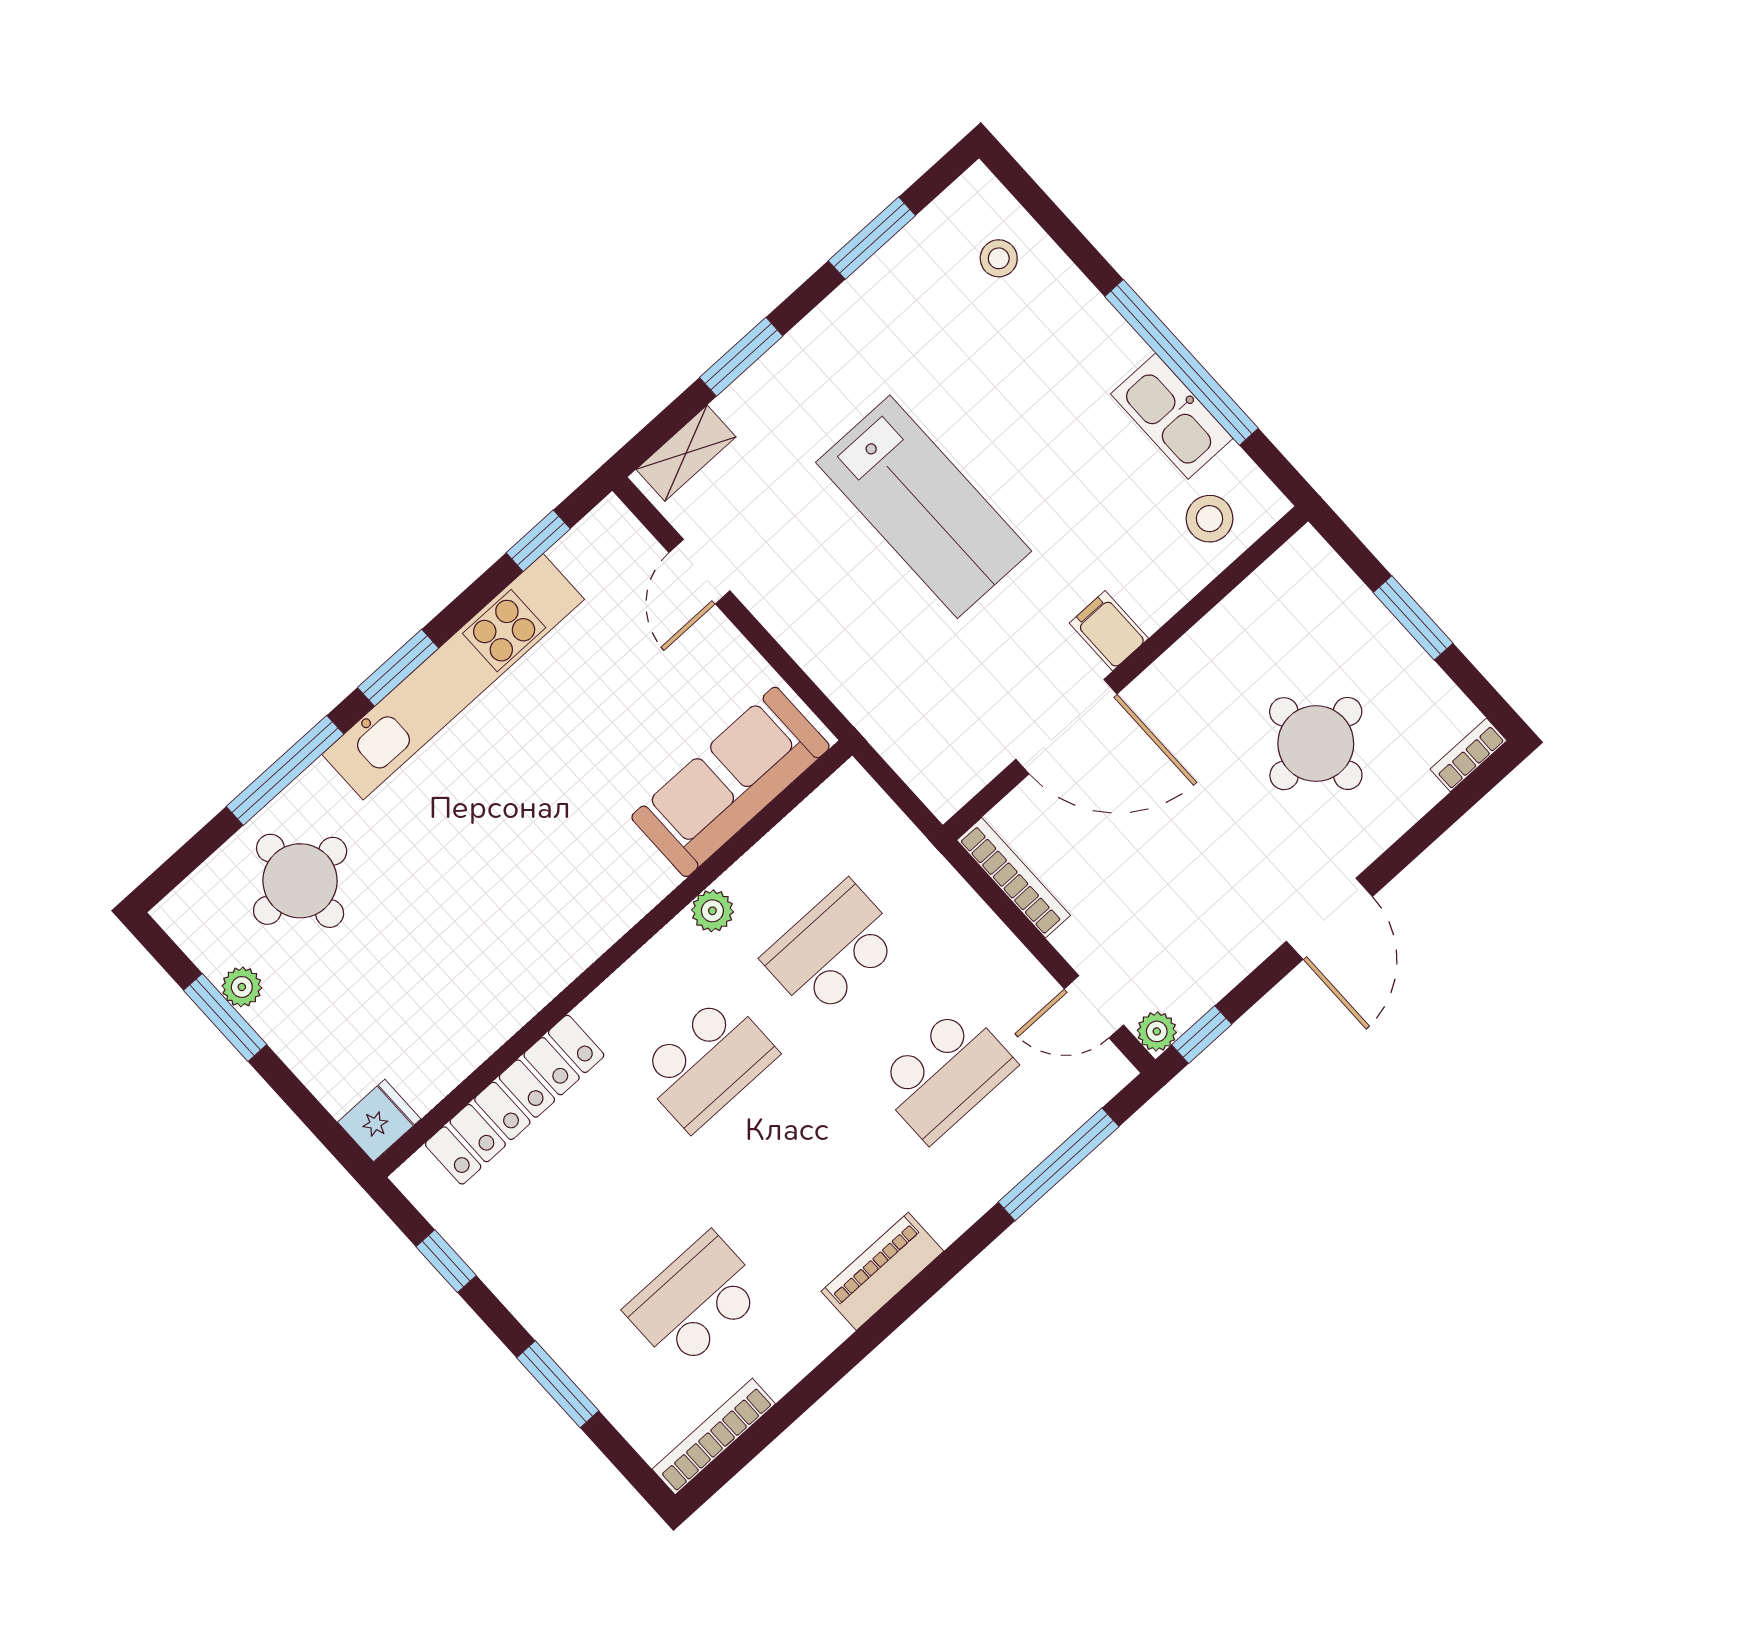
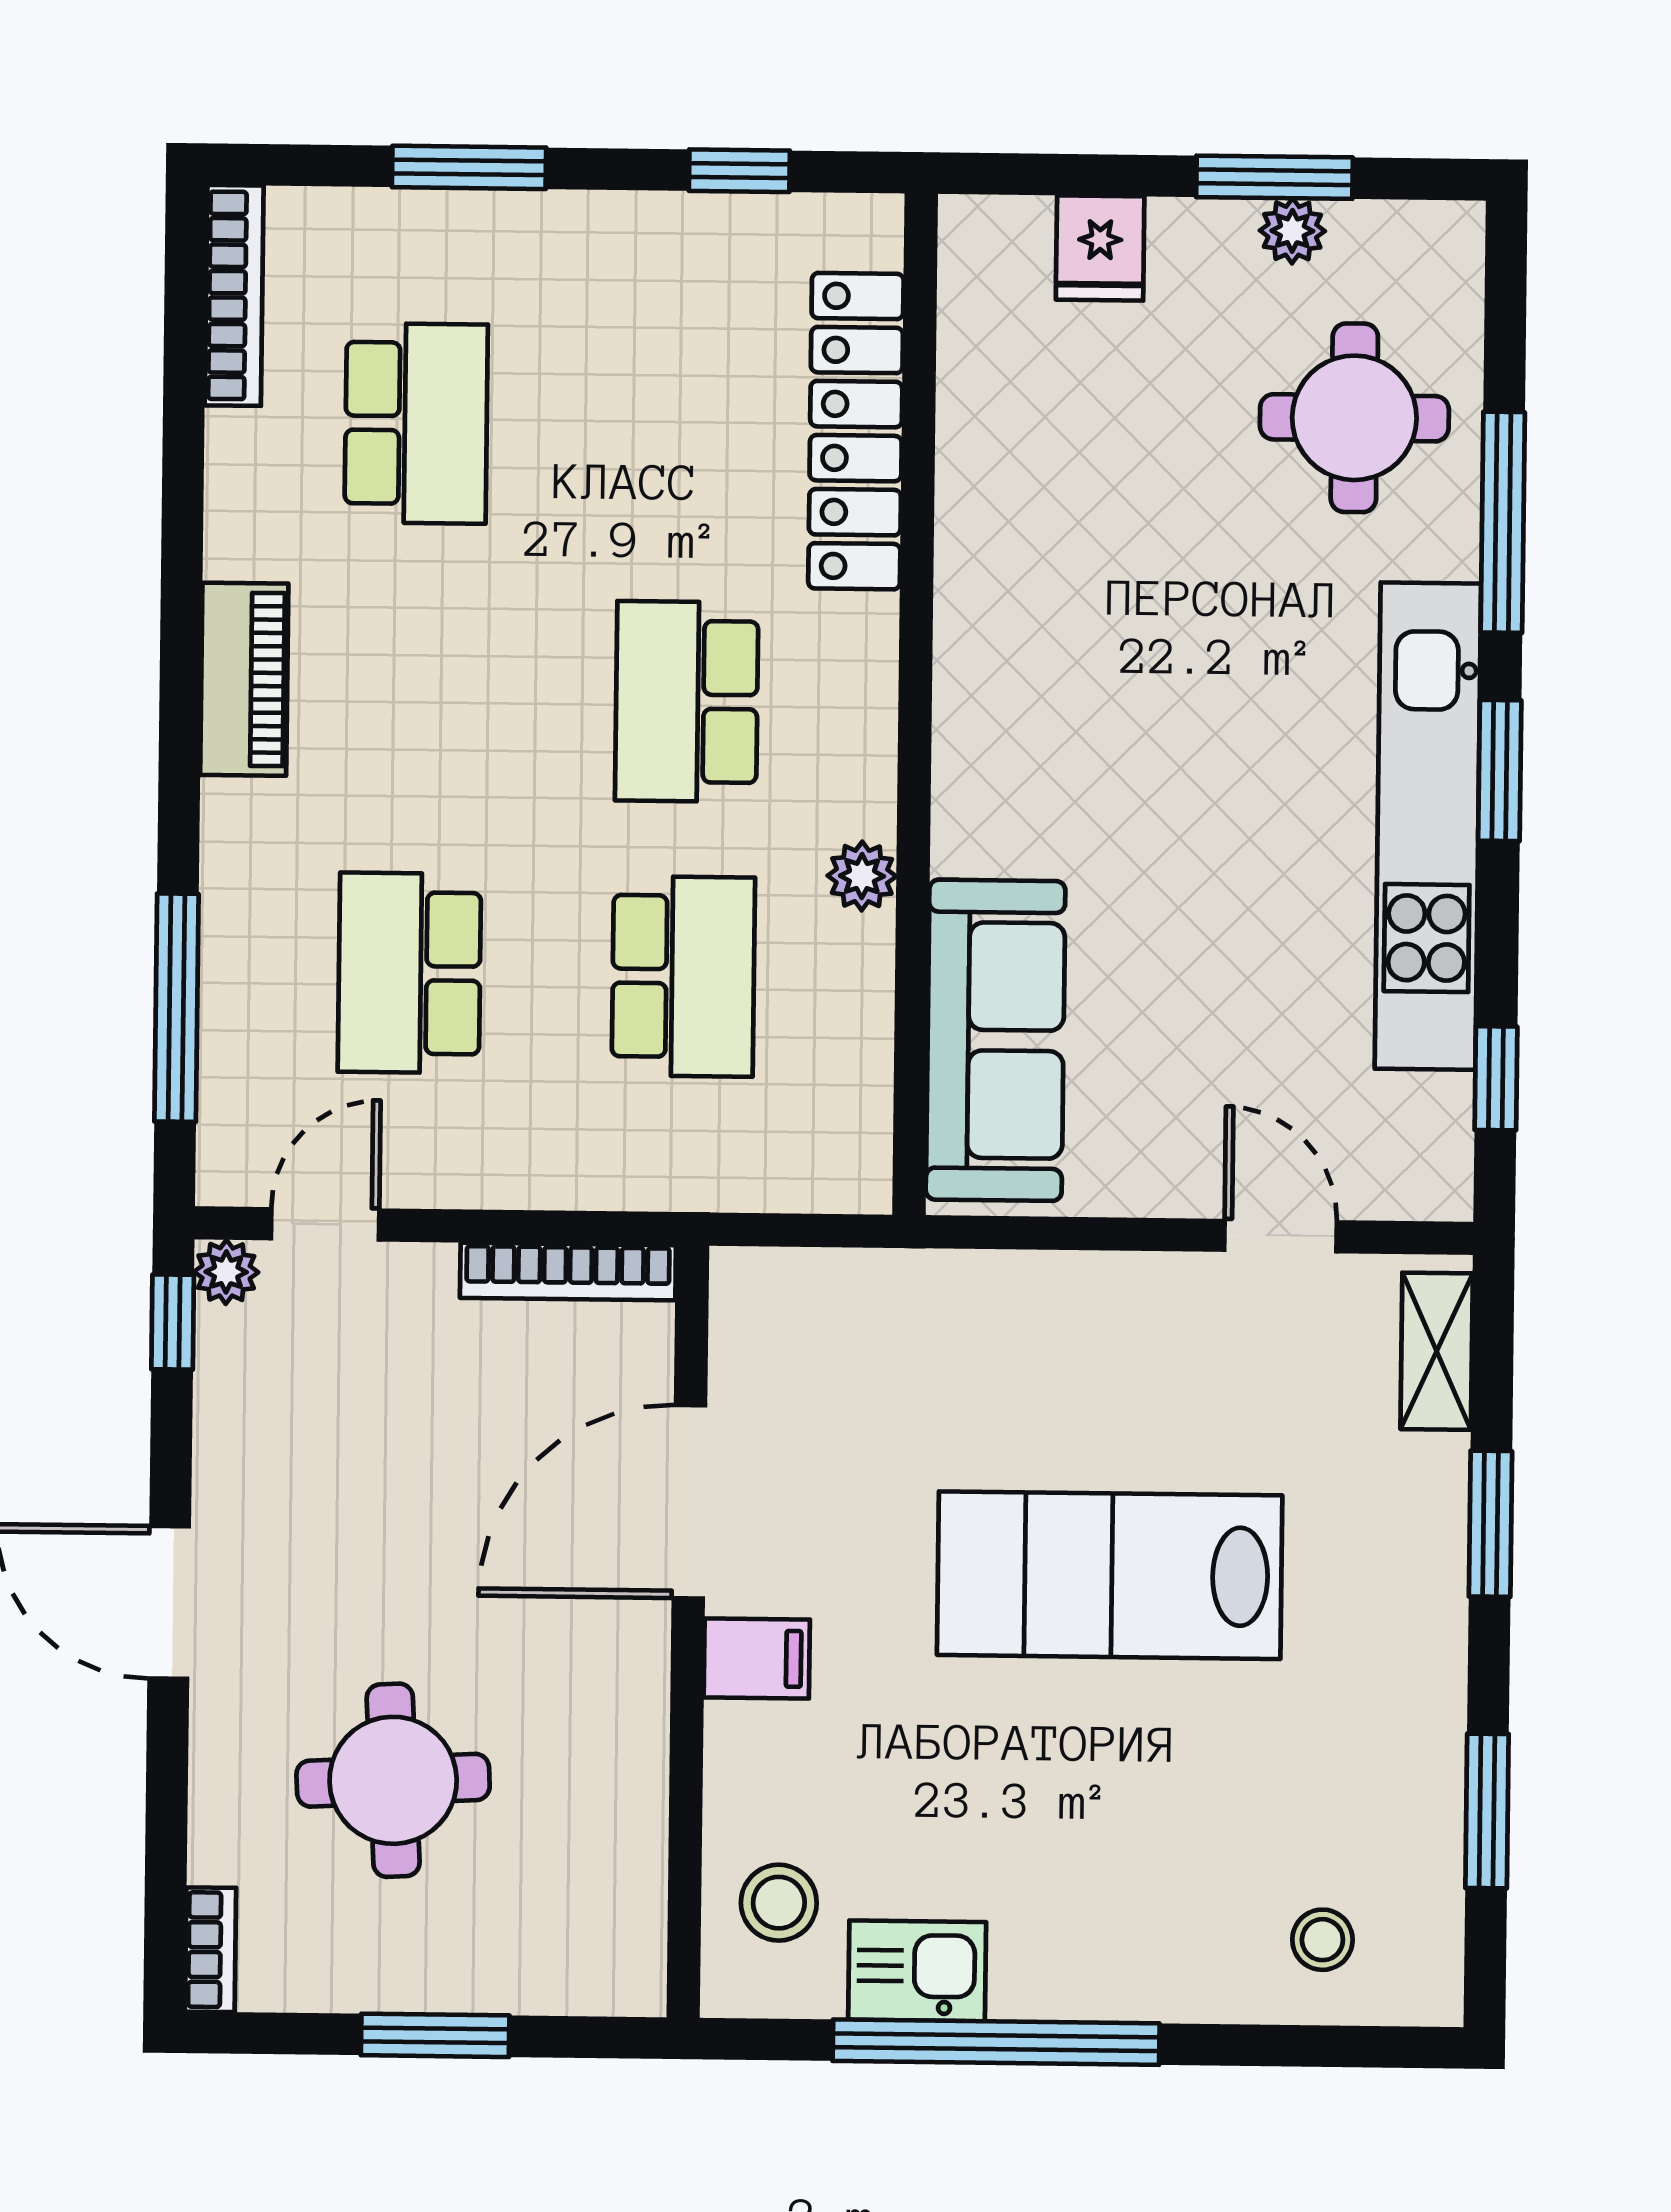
kitchen sink: (1172, 416) -> (917, 1971), width x0.73
fridge: (379, 1121) -> (1100, 248), moved

